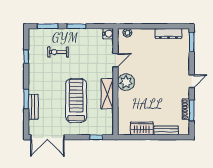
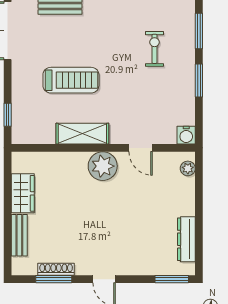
treadmill: (76, 101) -> (71, 80), width x0.73, depth x0.73

